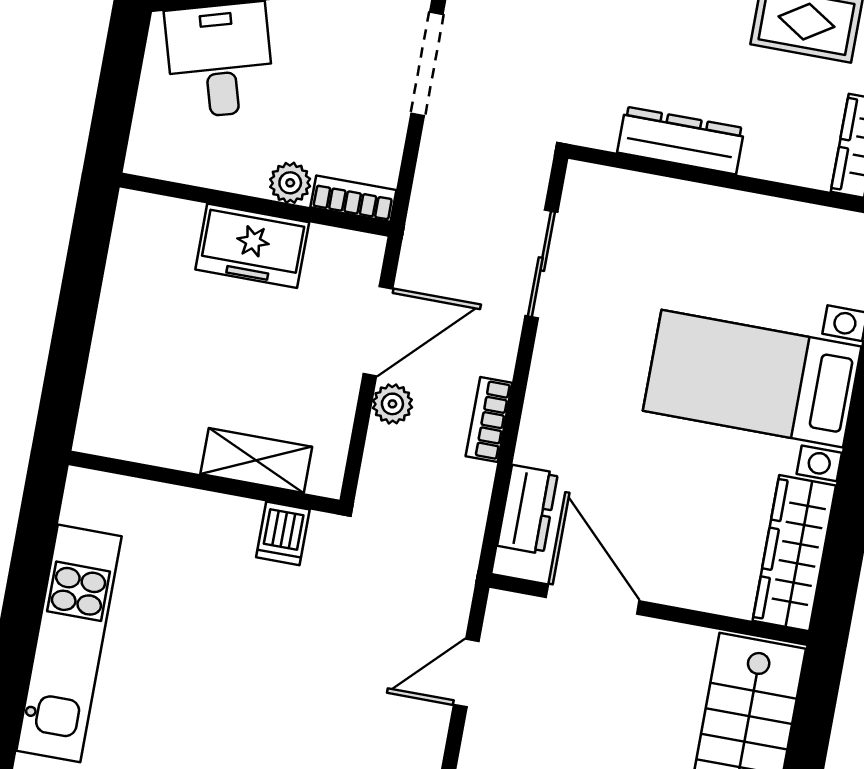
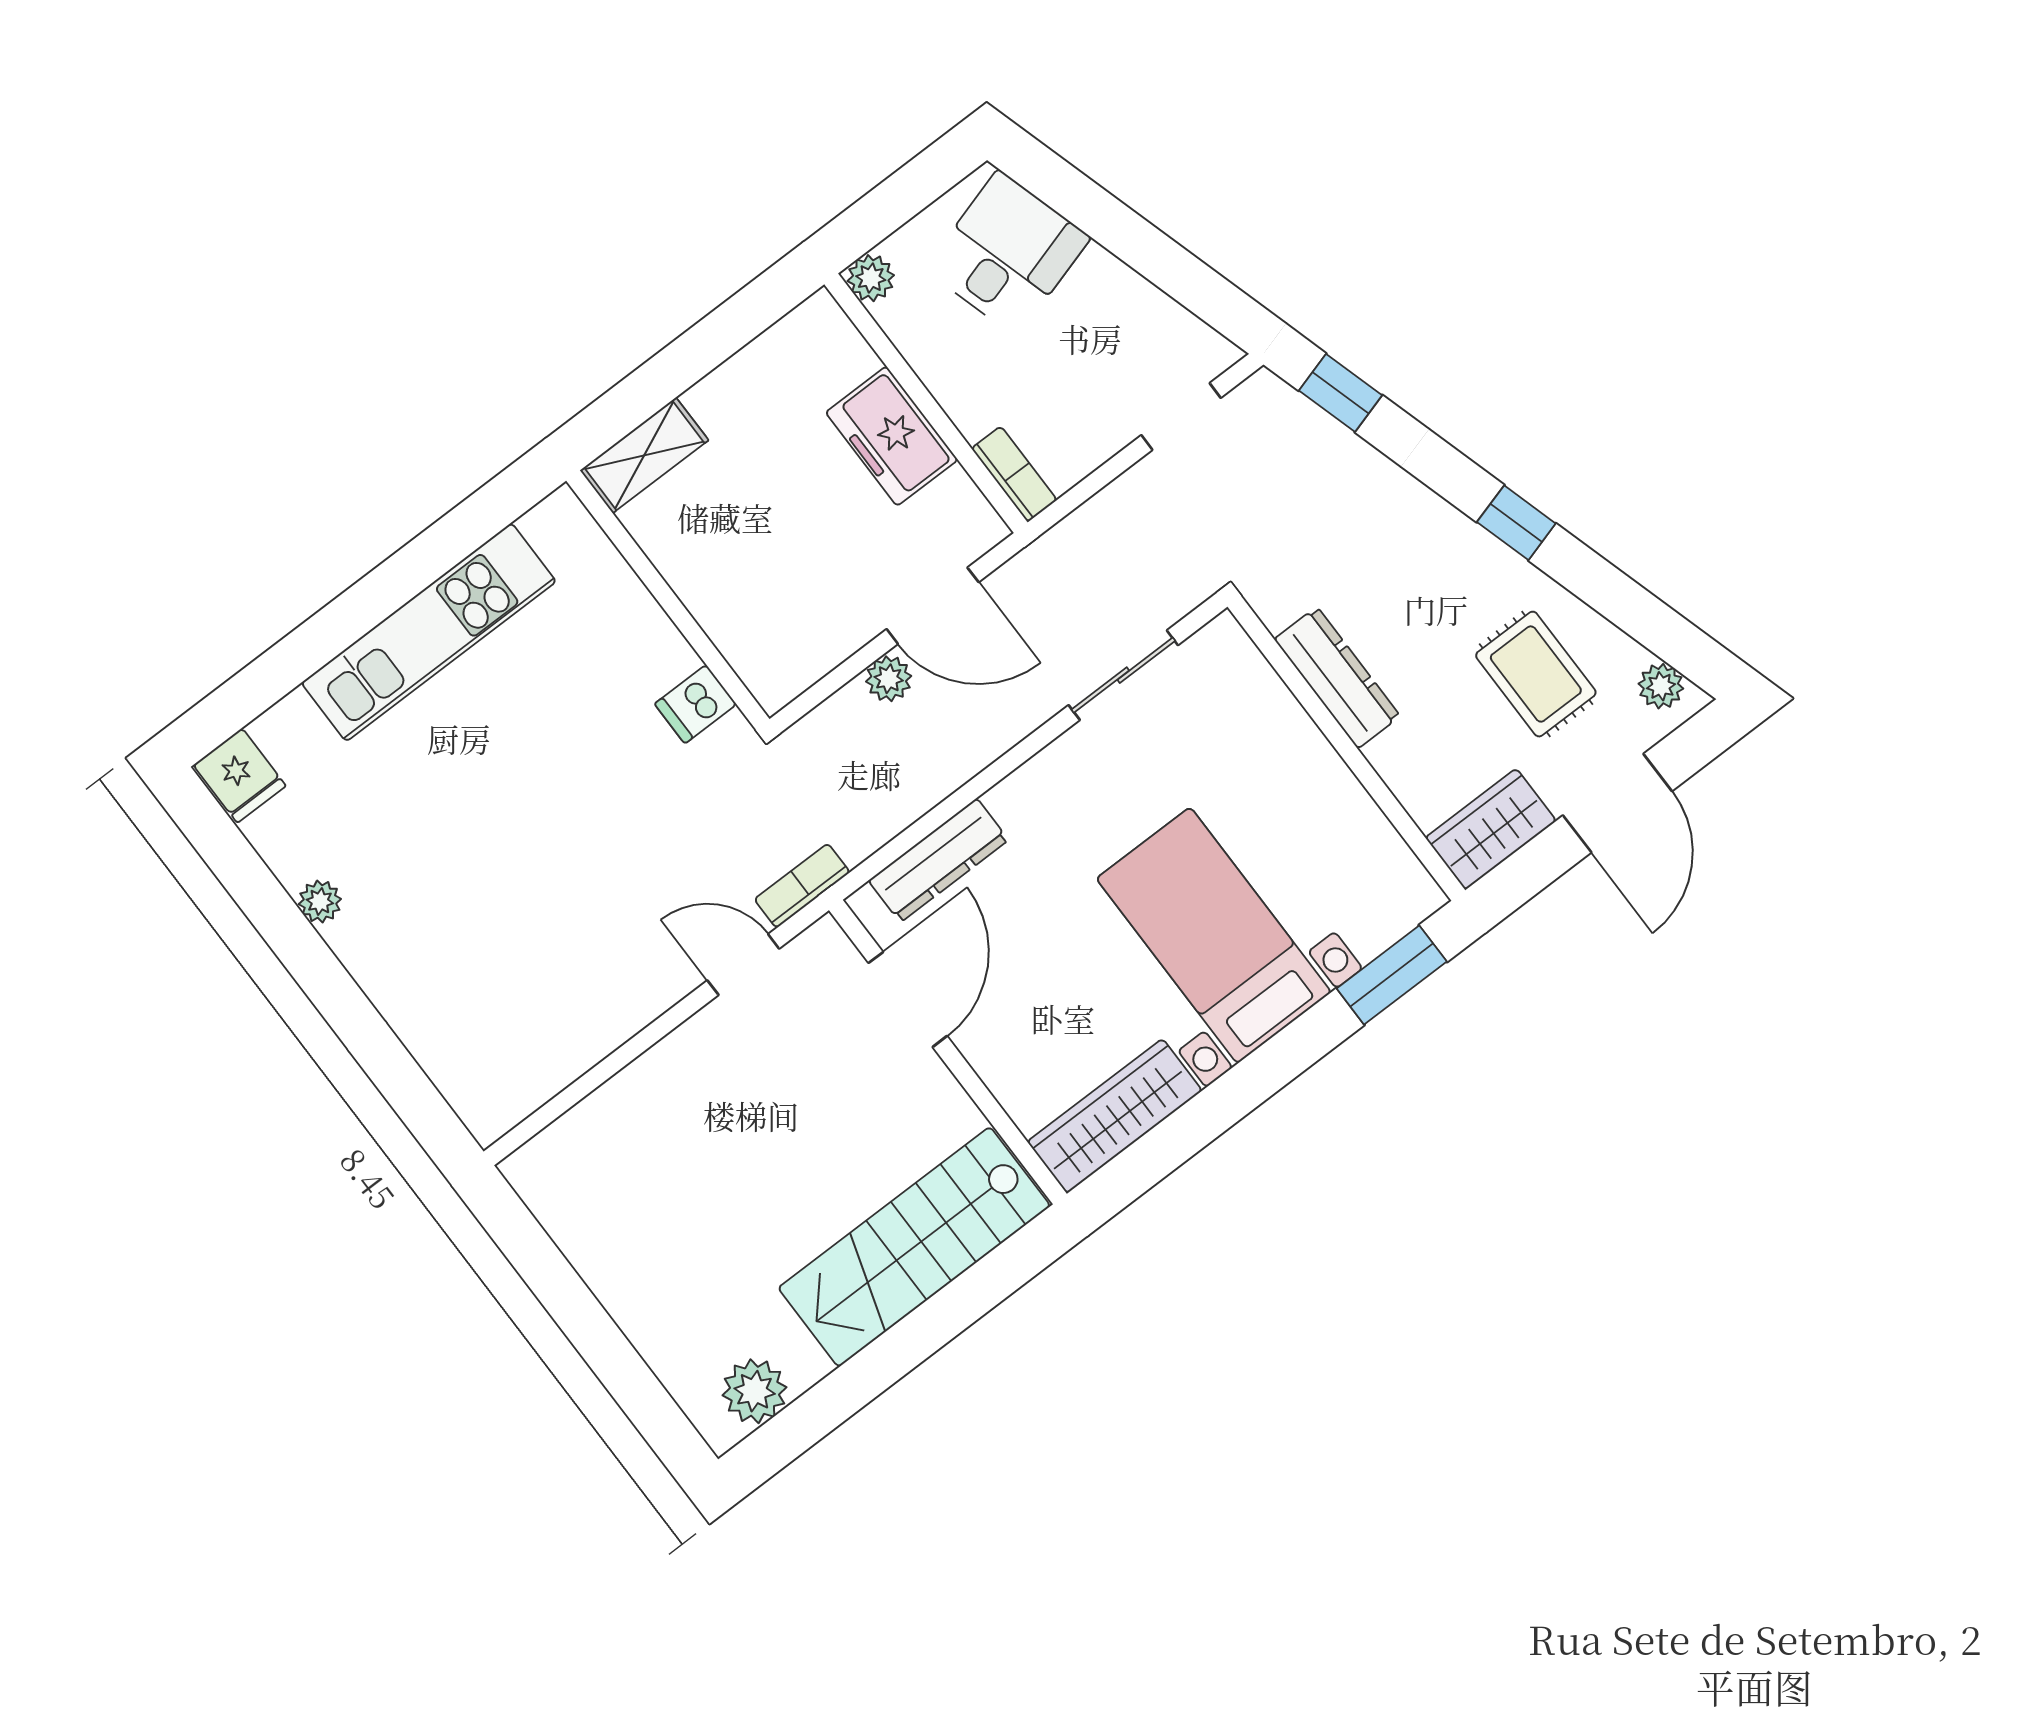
doorway: (427, 64) -> (1181, 416), width x0.73
plant: (290, 183) -> (871, 278), moved
bookcase: (489, 419) -> (802, 886), moved
shelving: (256, 460) -> (644, 455), moved, turned 90
dresser: (528, 509) -> (938, 860), width x1.44

